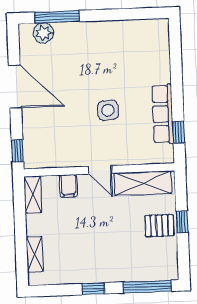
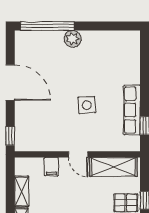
window: (57, 17) -> (47, 26), width x1.46
plant: (43, 33) -> (73, 39), moved
shelving: (33, 194) -> (22, 191), moved

